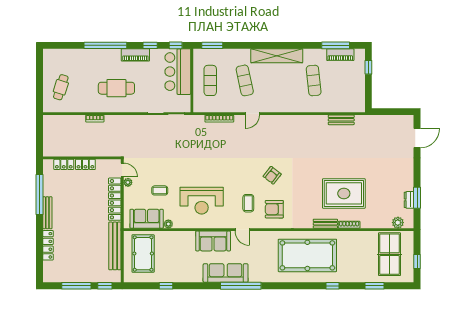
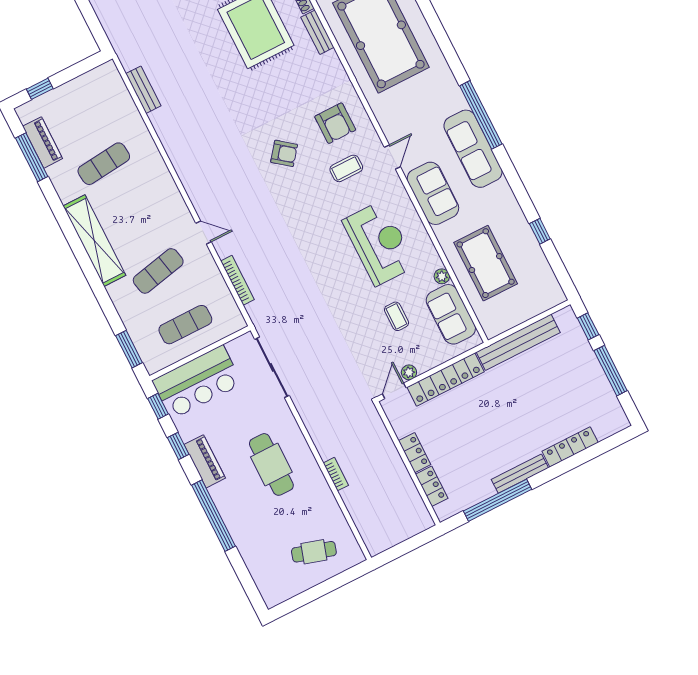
pool table: (143, 254) -> (486, 263), moved, turned 90

